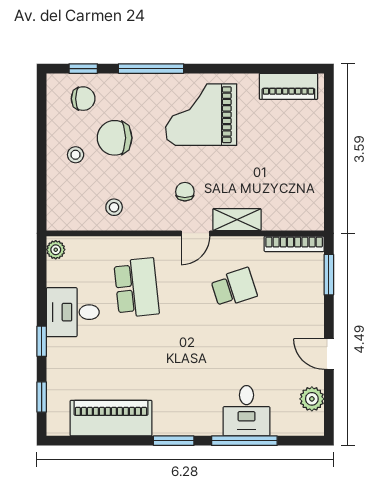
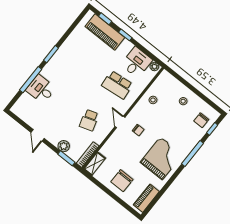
chair: (115, 138) -> (122, 181), moved, turned 180
shelving: (237, 220) -> (95, 164), moved
desk: (73, 312) -> (137, 62), moved
door: (329, 354) -> (38, 135), swing flipped
plant: (312, 399) -> (64, 146), moved
piano: (111, 418) -> (105, 32), moved, turned 90

